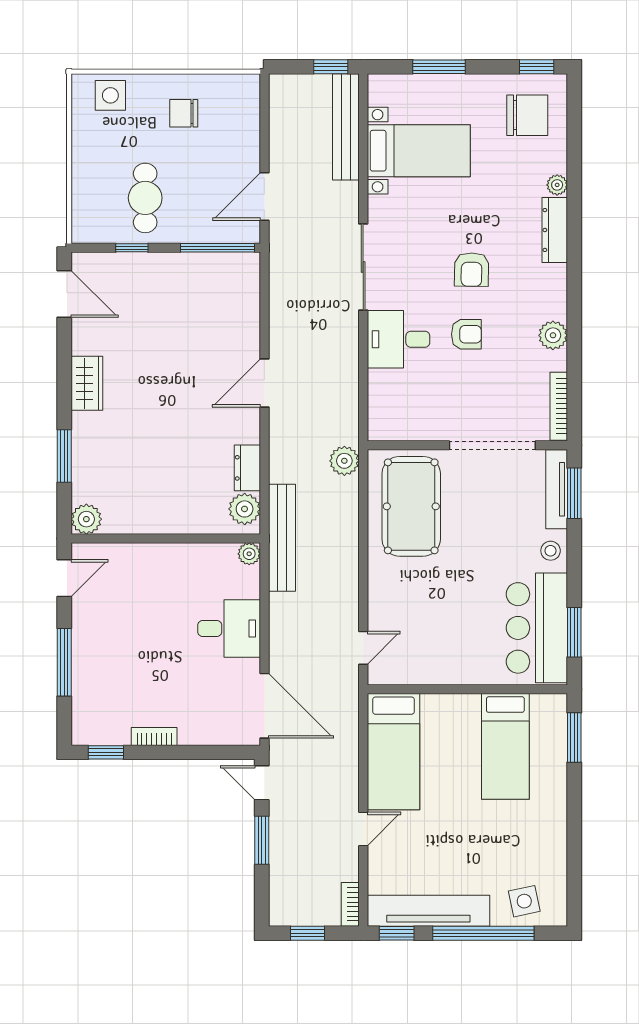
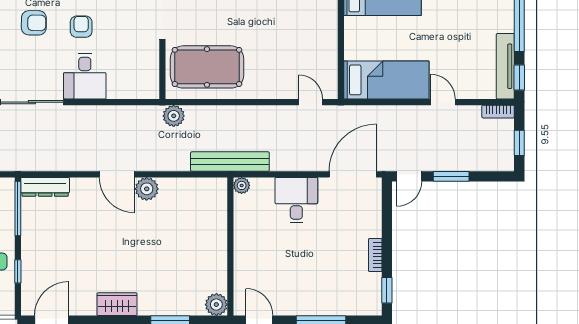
dresser: (247, 468) -> (45, 187), moved, width x1.44
plant: (245, 509) -> (147, 189), moved
tv unit: (428, 911) -> (505, 66), width x0.73, depth x0.78

